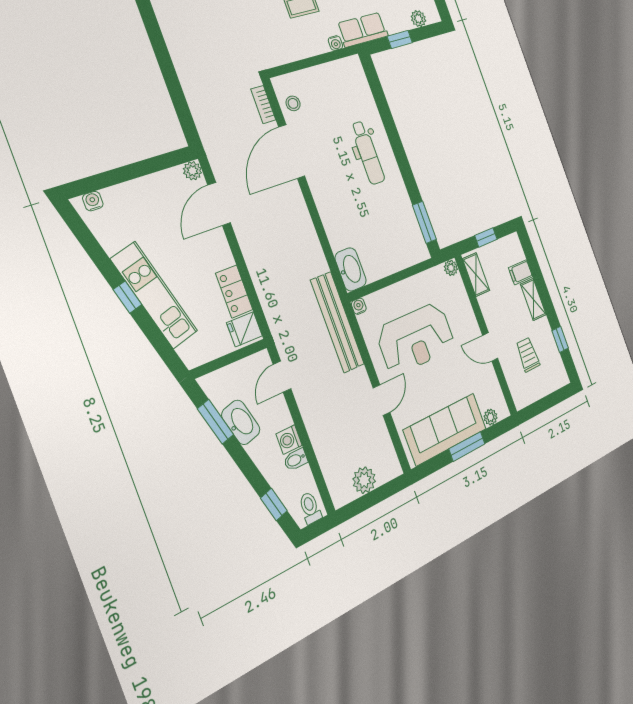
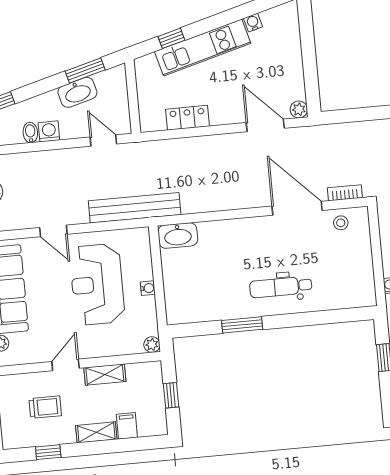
water cooler: (93, 201) -> (253, 23), moved, turned -105
window: (424, 222) -> (242, 325), moved
shelving: (476, 275) -> (105, 375), moved
window: (128, 297) -> (171, 38), moved
water cooler: (359, 306) -> (148, 288), moved
fridge: (245, 329) -> (153, 118), removed

